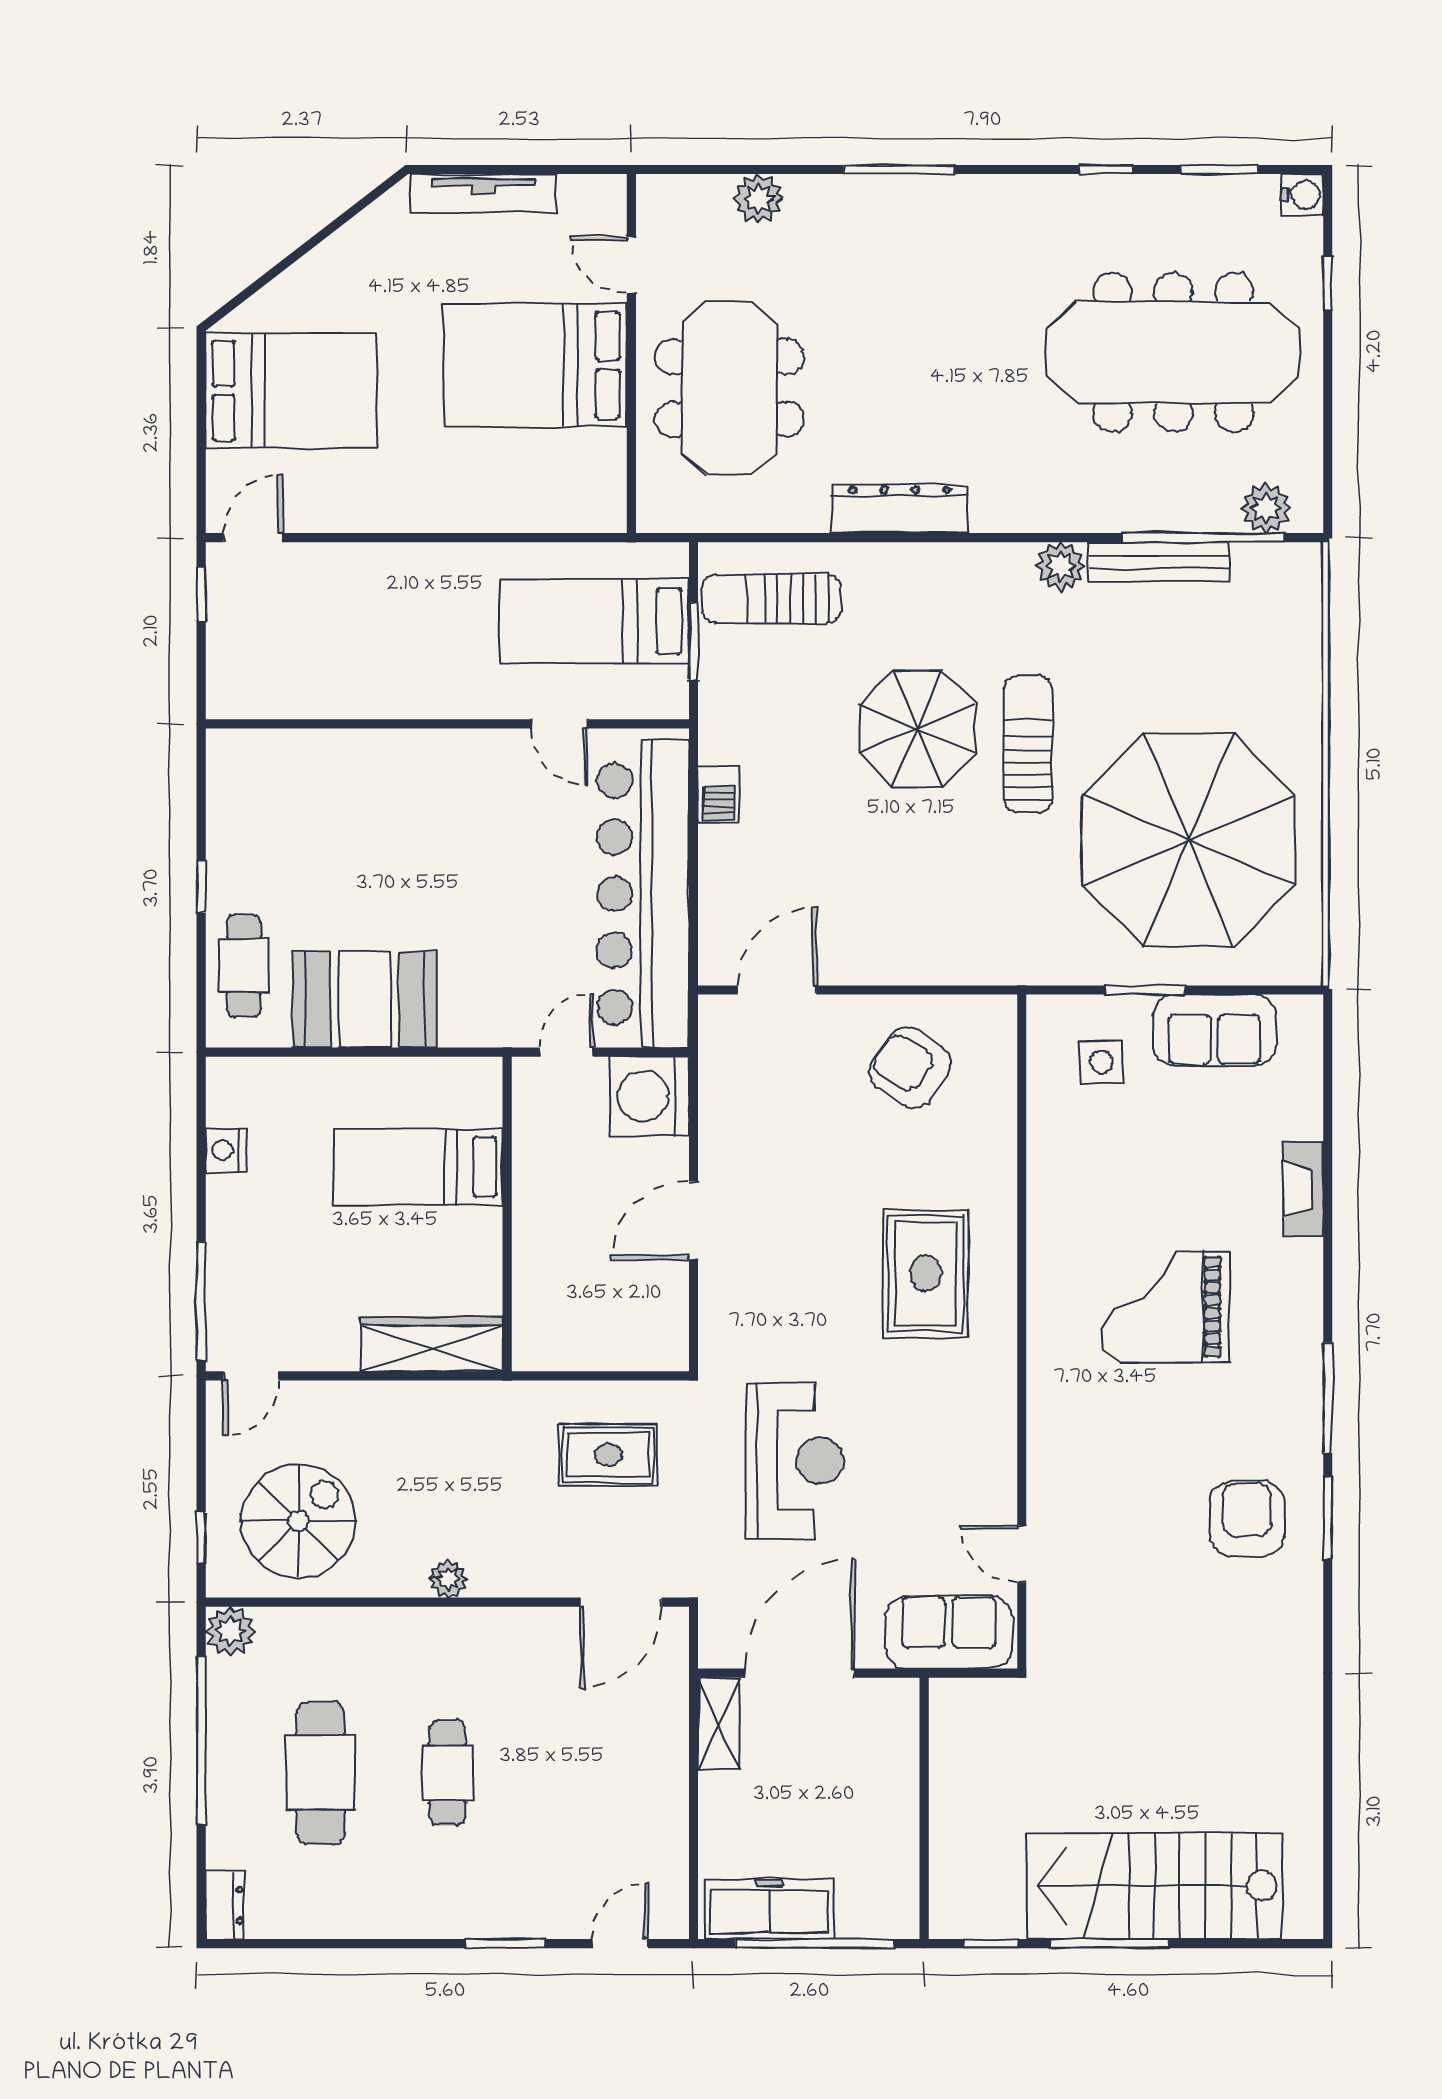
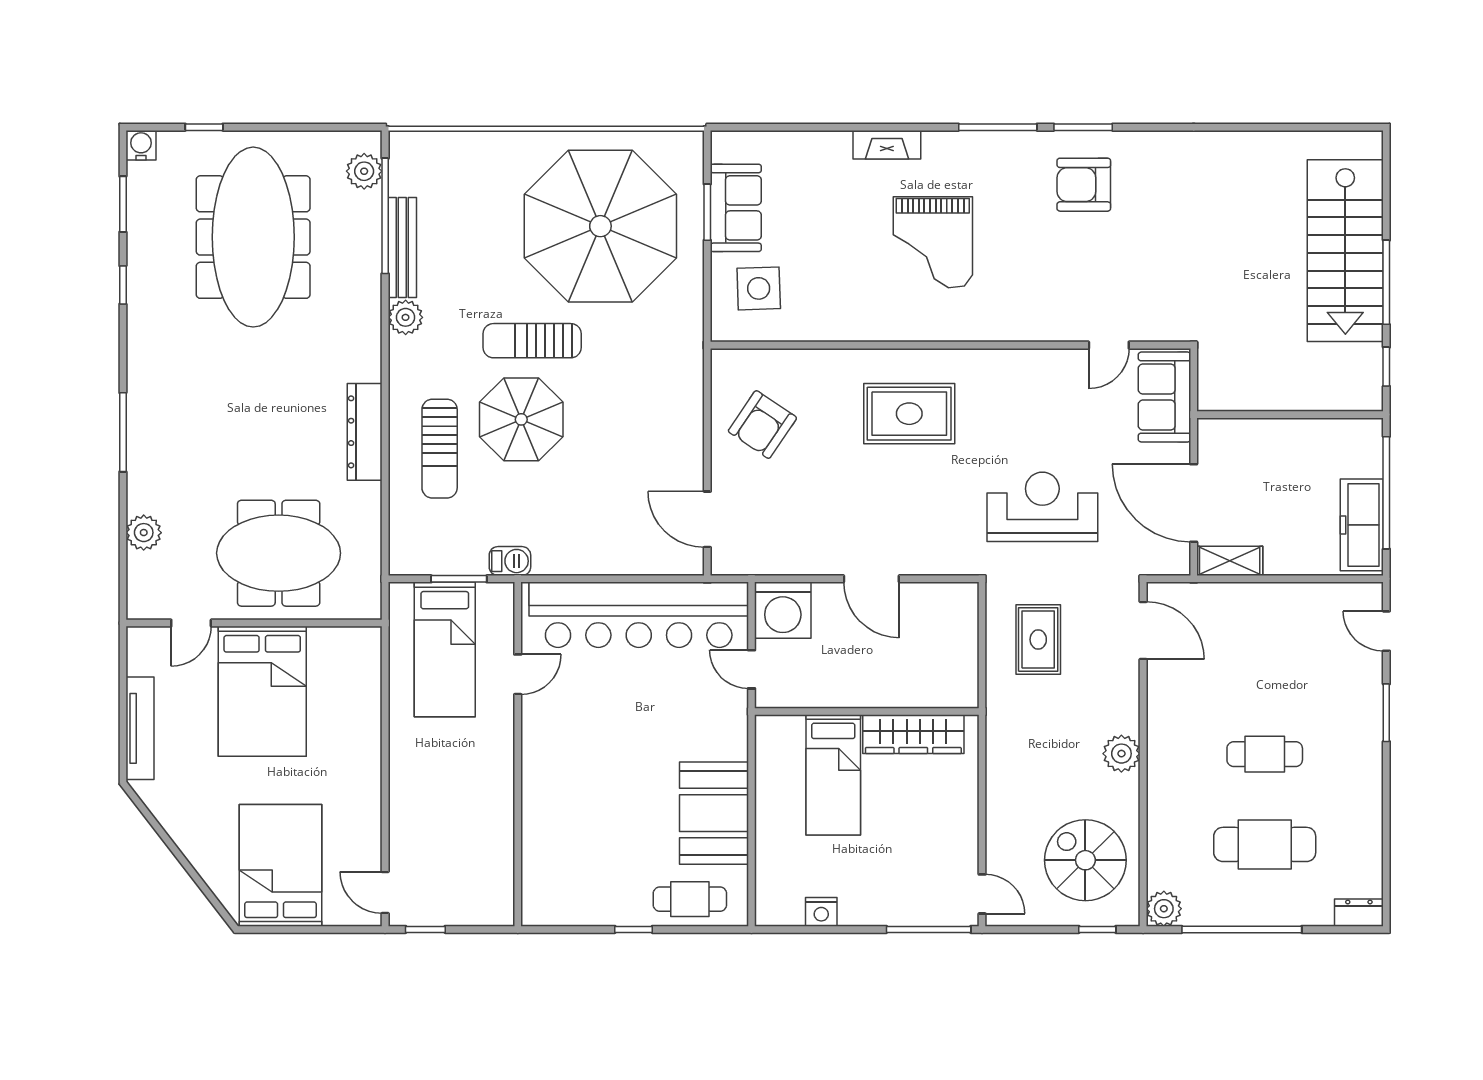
sun lounger: (772, 599) -> (440, 449), moved
barbecue: (718, 794) -> (510, 561), moved
window: (1145, 990) -> (707, 212), moved
side table: (1101, 1062) -> (759, 288), width x1.37, depth x1.37
fireplace: (1303, 1189) -> (887, 145), moved
wardrobe: (432, 1344) -> (913, 734), moved, turned -90
plant: (448, 1579) -> (1121, 754), width x1.38, depth x1.38

